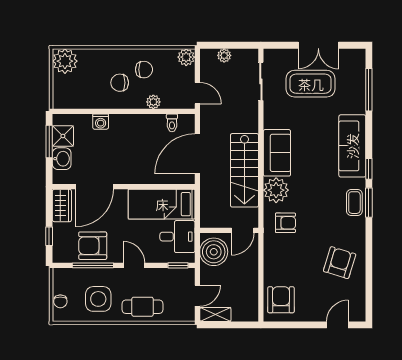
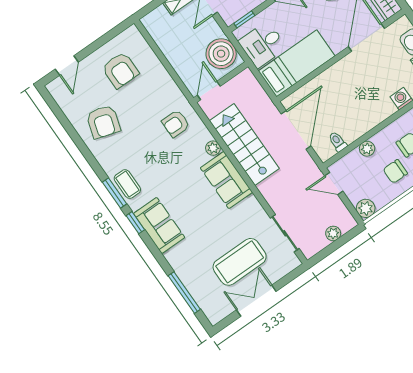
sofa: (352, 146) -> (159, 225), width x0.73
plant: (276, 190) -> (213, 148), width x0.53, depth x0.53
armchair: (281, 300) -> (120, 70), moved

